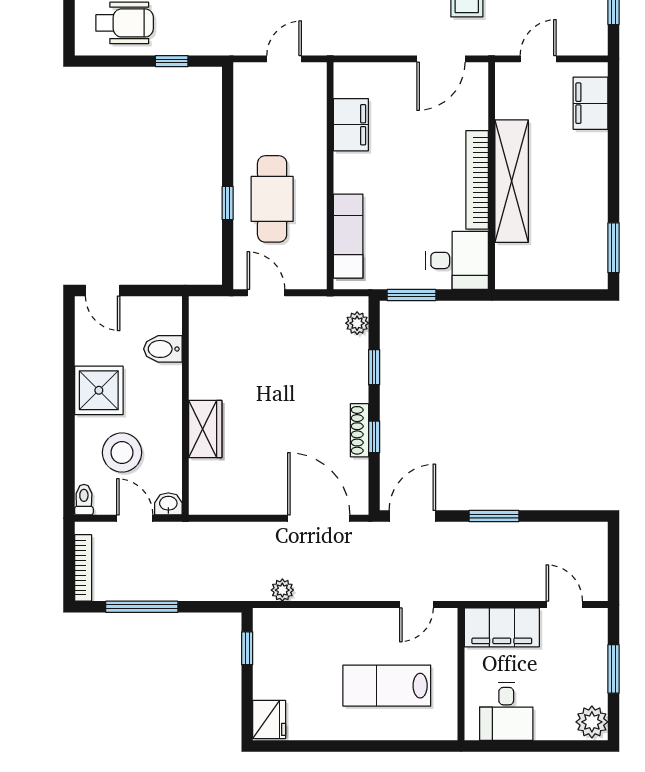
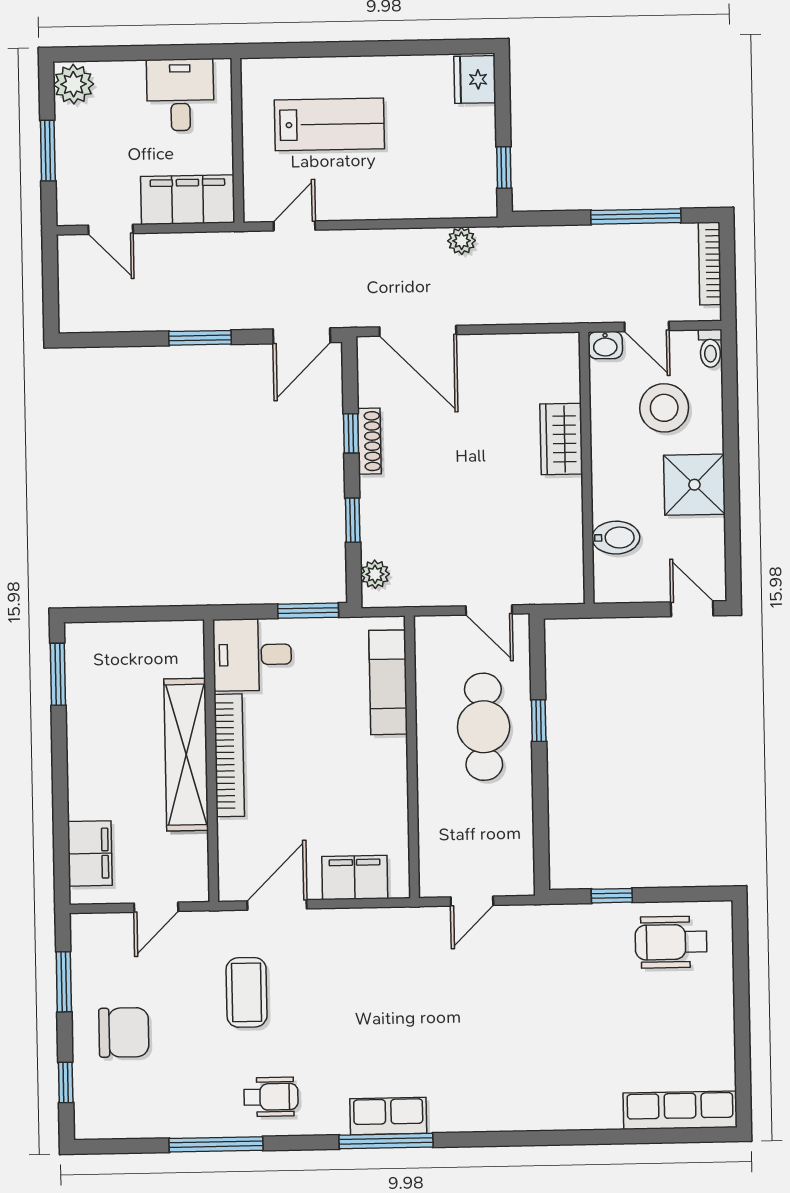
filing cabinet: (351, 125) -> (355, 878), moved, turned 90

